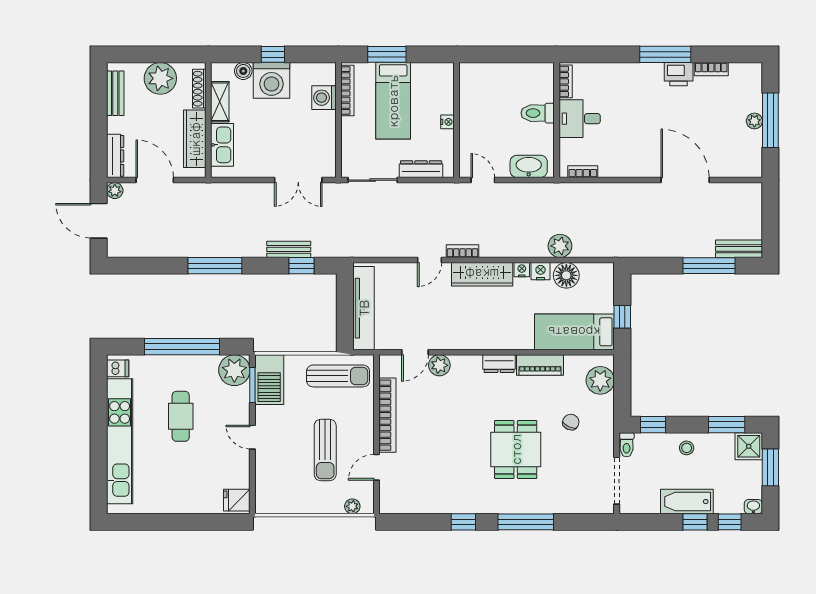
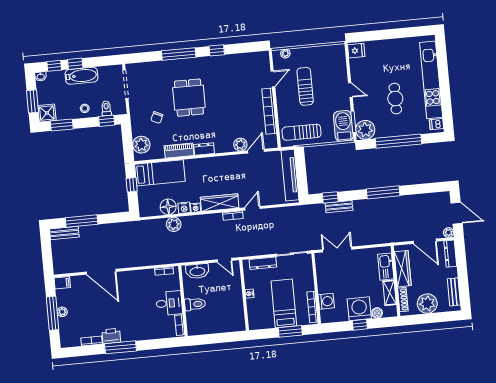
filing cabinet: (750, 168) -> (62, 283), added
toilet: (627, 445) -> (106, 108), moved

